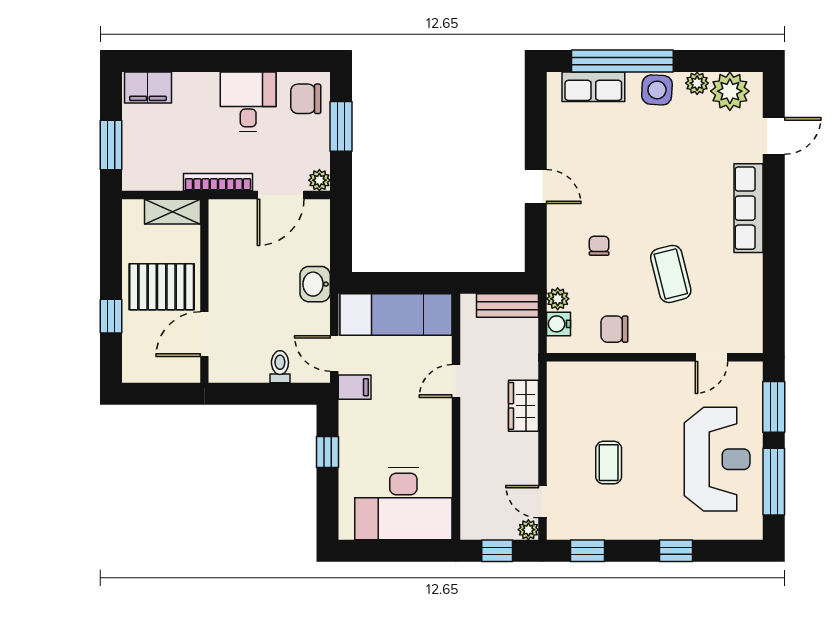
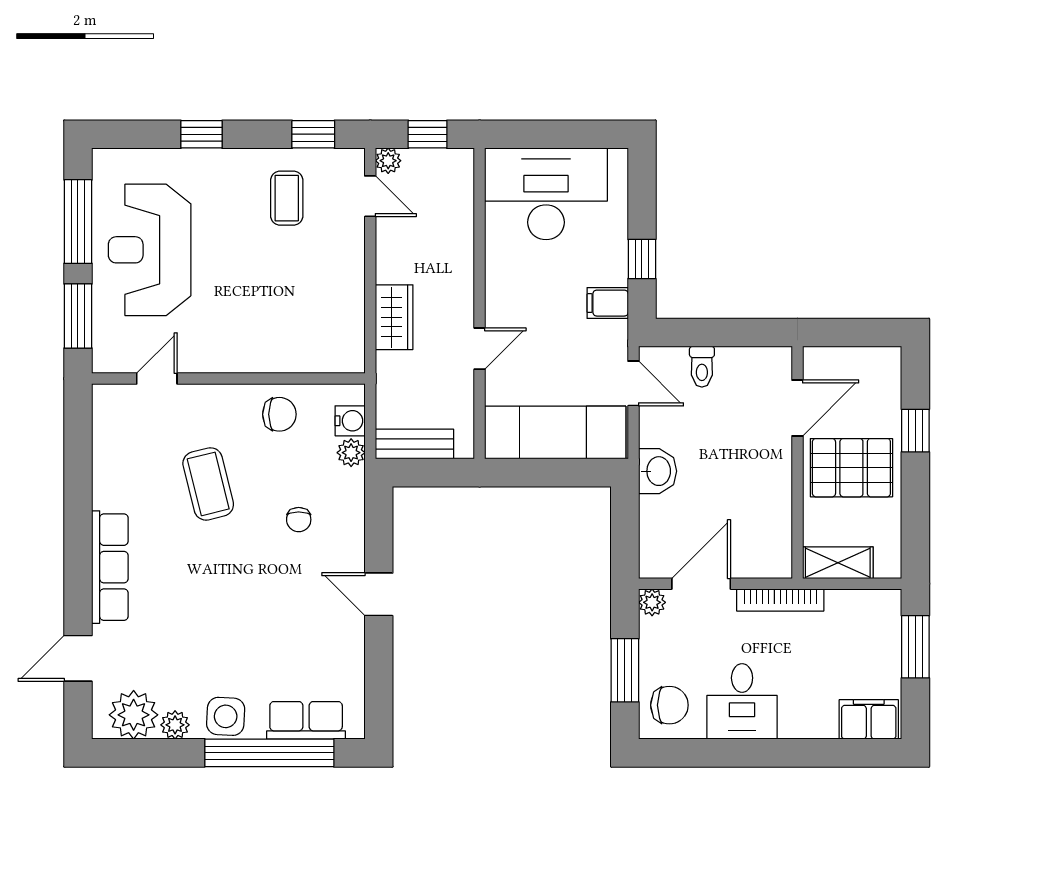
filing cabinet: (355, 387) -> (608, 303), moved
coffee table: (609, 463) -> (287, 198), moved

